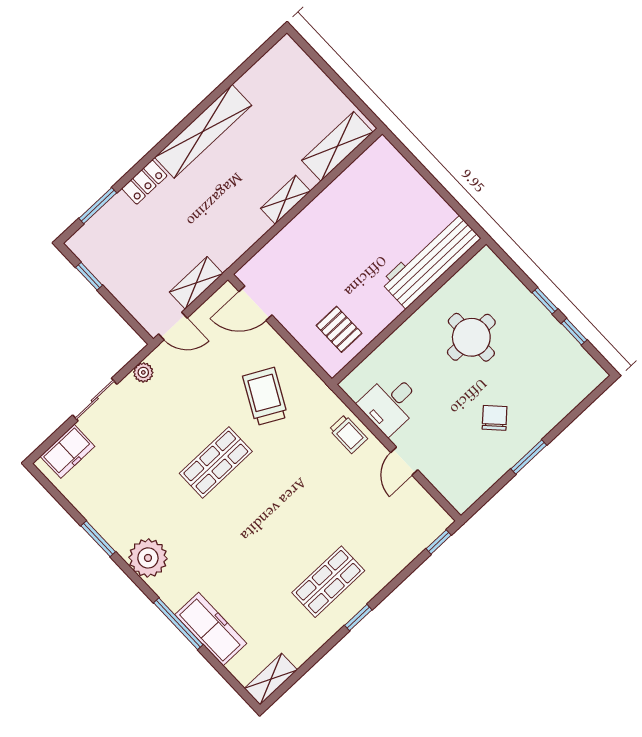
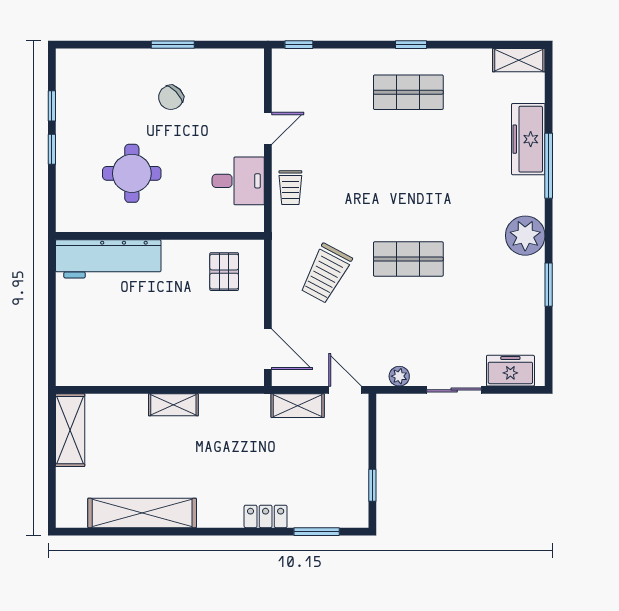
shelving: (203, 131) -> (142, 513), moved
shelving: (337, 146) -> (70, 430), moved, turned 90
trolley: (348, 434) -> (290, 188), turned 180

